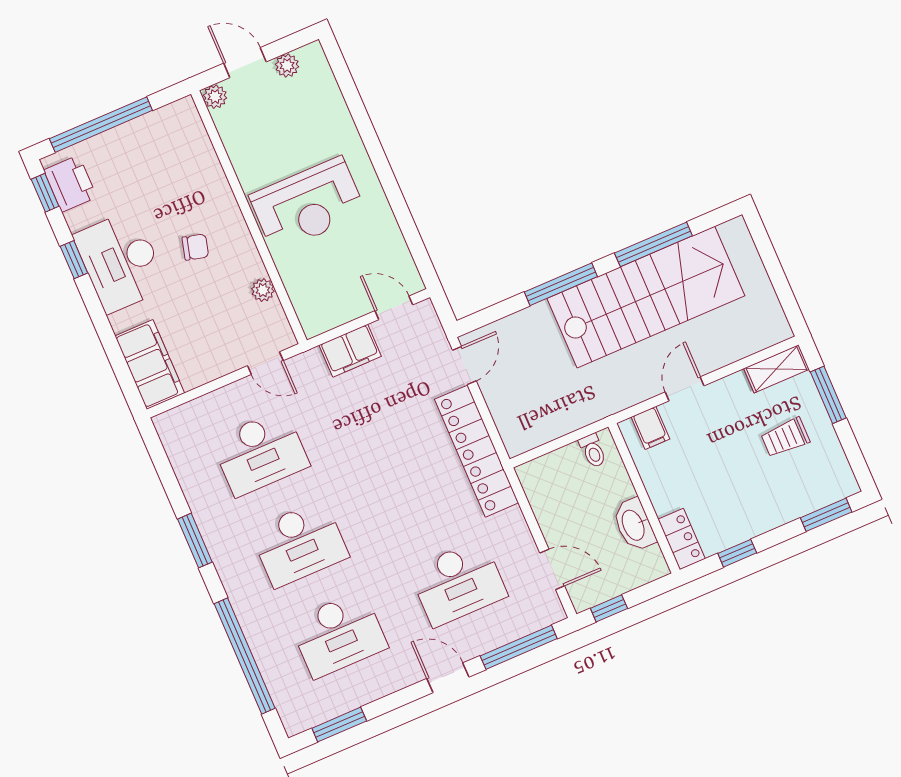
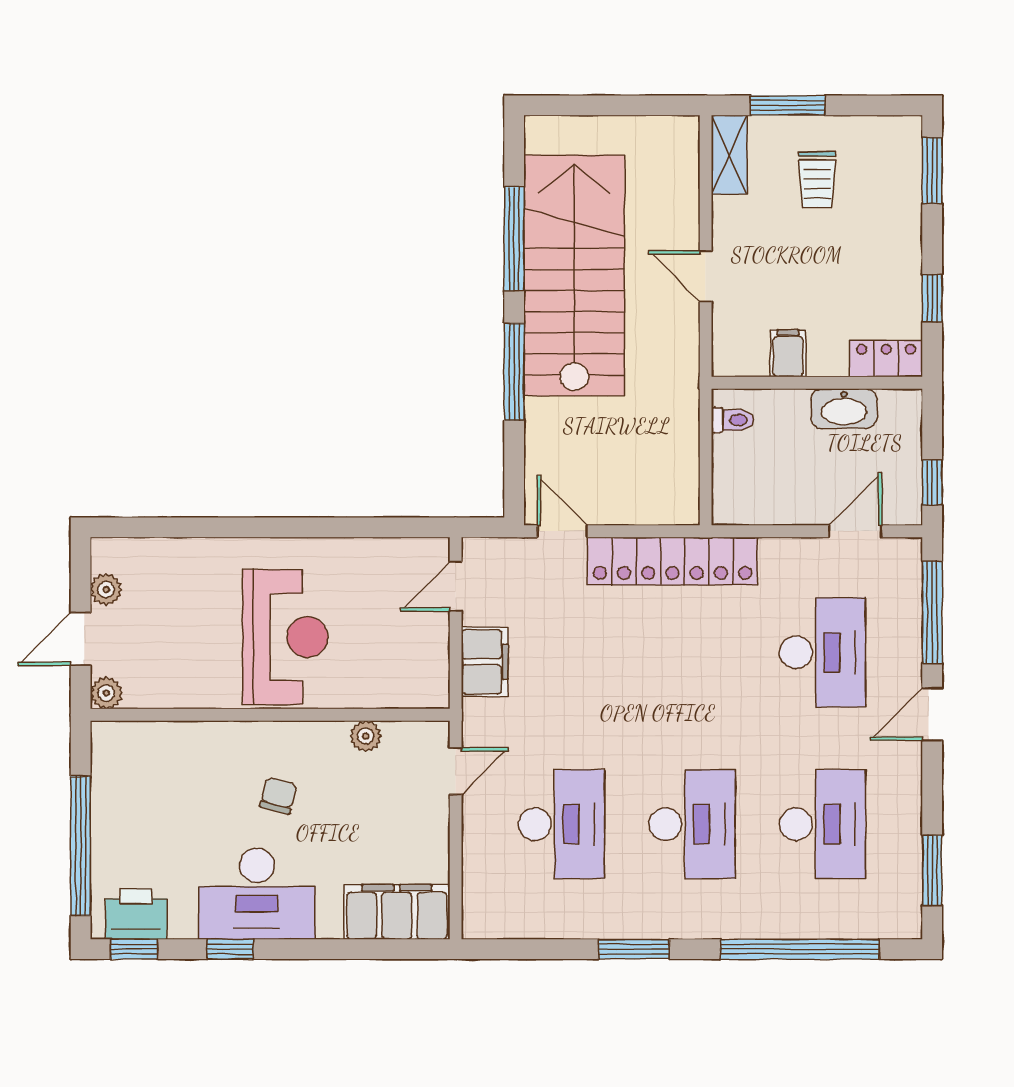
filing cabinet: (650, 428) -> (788, 353), moved, turned -90

